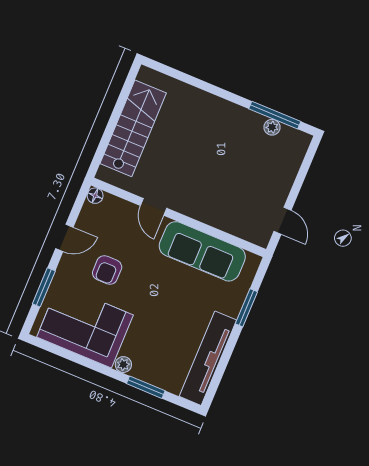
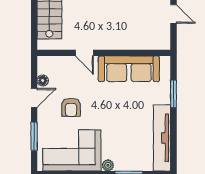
floor lamp: (95, 196) -> (43, 80), moved
door: (283, 221) -> (173, 14), moved

